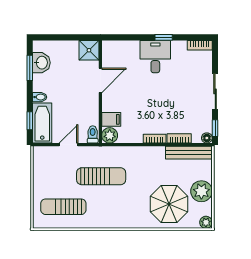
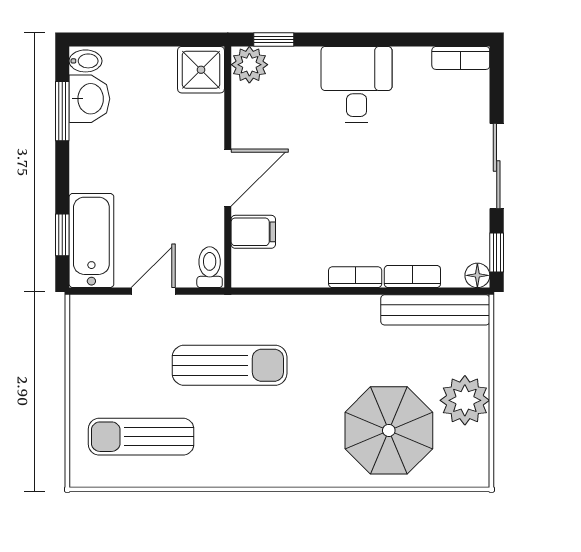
window: (164, 37) -> (274, 40), moved
door: (100, 80) -> (228, 178), moved
bidet: (40, 97) -> (85, 61), moved
plant: (110, 135) -> (249, 65), moved
plant: (206, 222) -> (475, 473), removed

